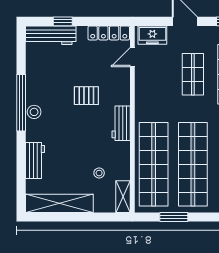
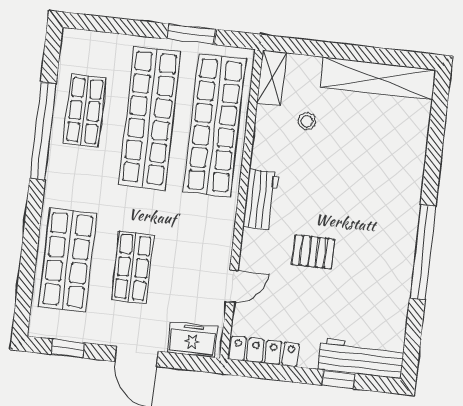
door: (132, 57) -> (232, 286), moved
stool: (34, 112) -> (403, 235), removed
workbench: (35, 161) -> (411, 154), removed

